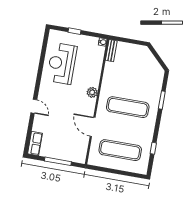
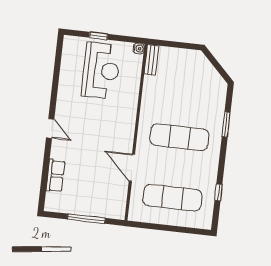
reception desk: (62, 64) -> (101, 70), moved, turned 180
plant: (92, 92) -> (128, 120), removed
door: (34, 106) -> (50, 129), moved
row of seats: (35, 143) -> (55, 176), moved

